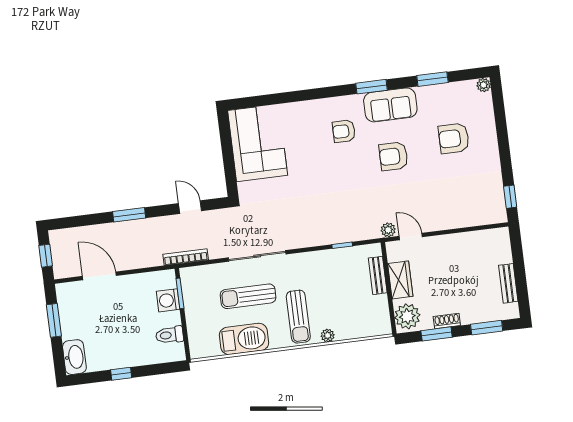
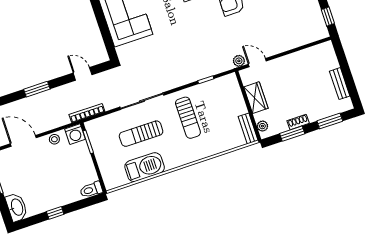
bench: (378, 275) -> (248, 129), moved
stool: (139, 282) -> (54, 139), added
washing machine: (168, 300) -> (75, 134), moved, turned -90
plant: (407, 316) -> (262, 126), width x0.53, depth x0.53
sun lounger: (298, 317) -> (188, 118), moved
toilet: (170, 335) -> (91, 190), moved
plant: (328, 335) -> (208, 152), removed

